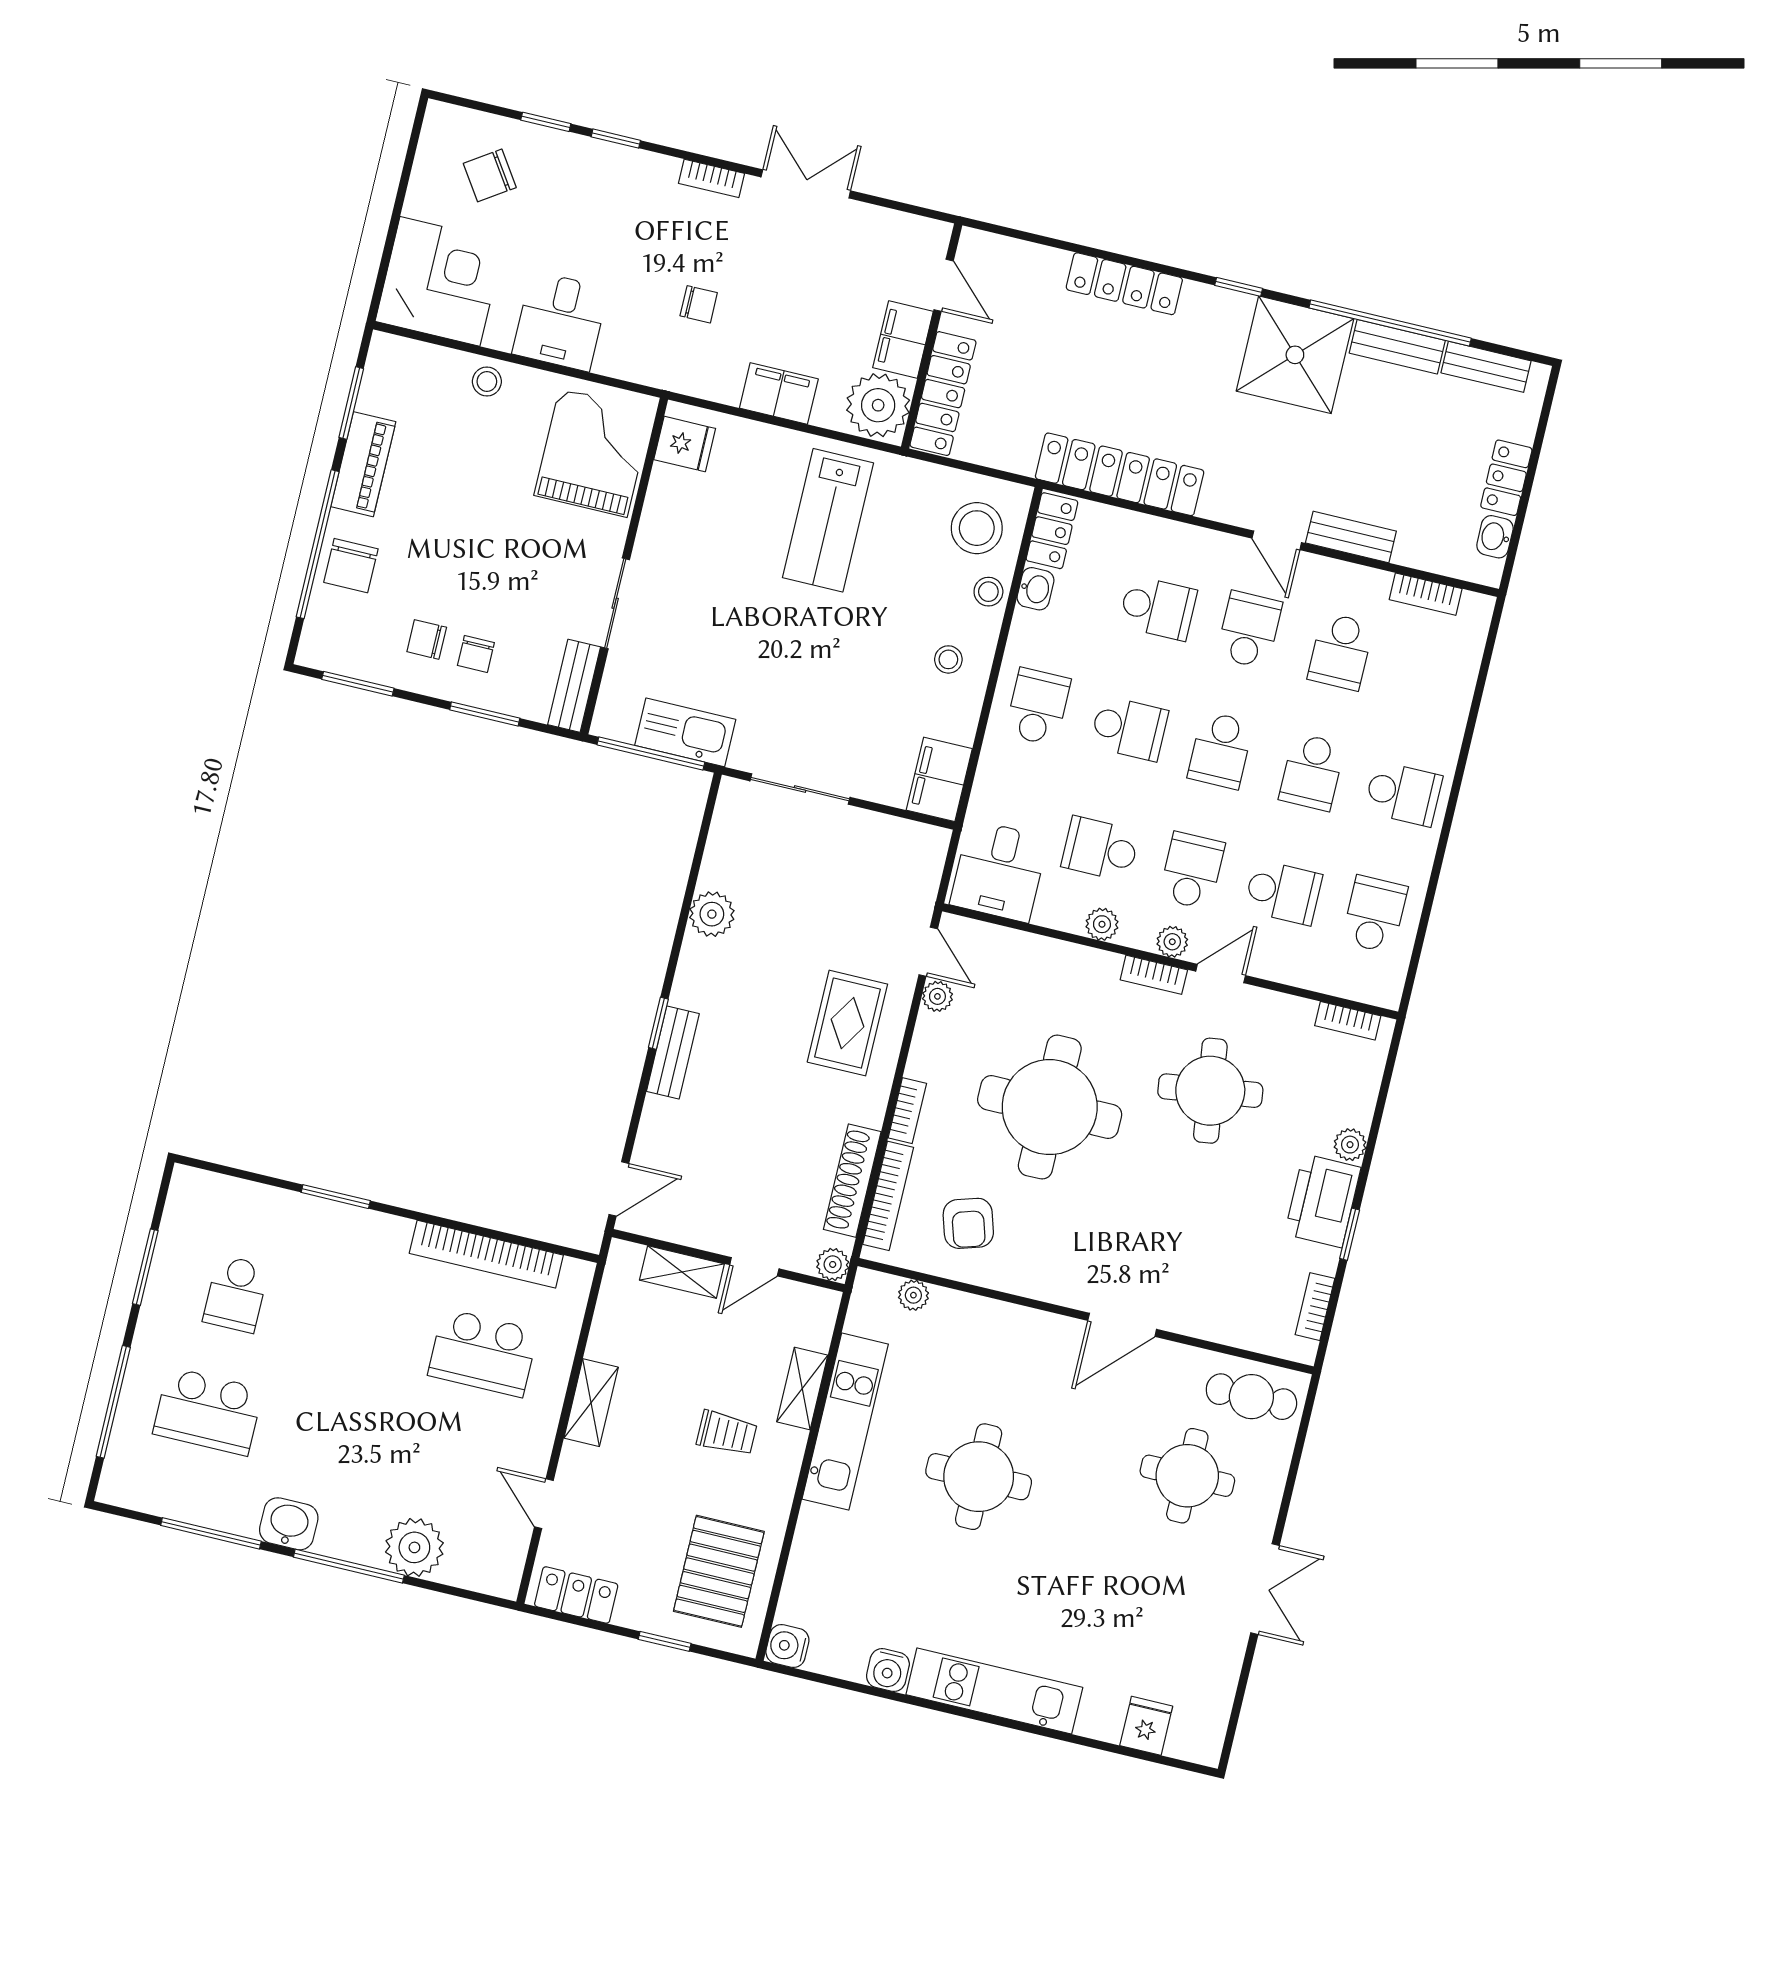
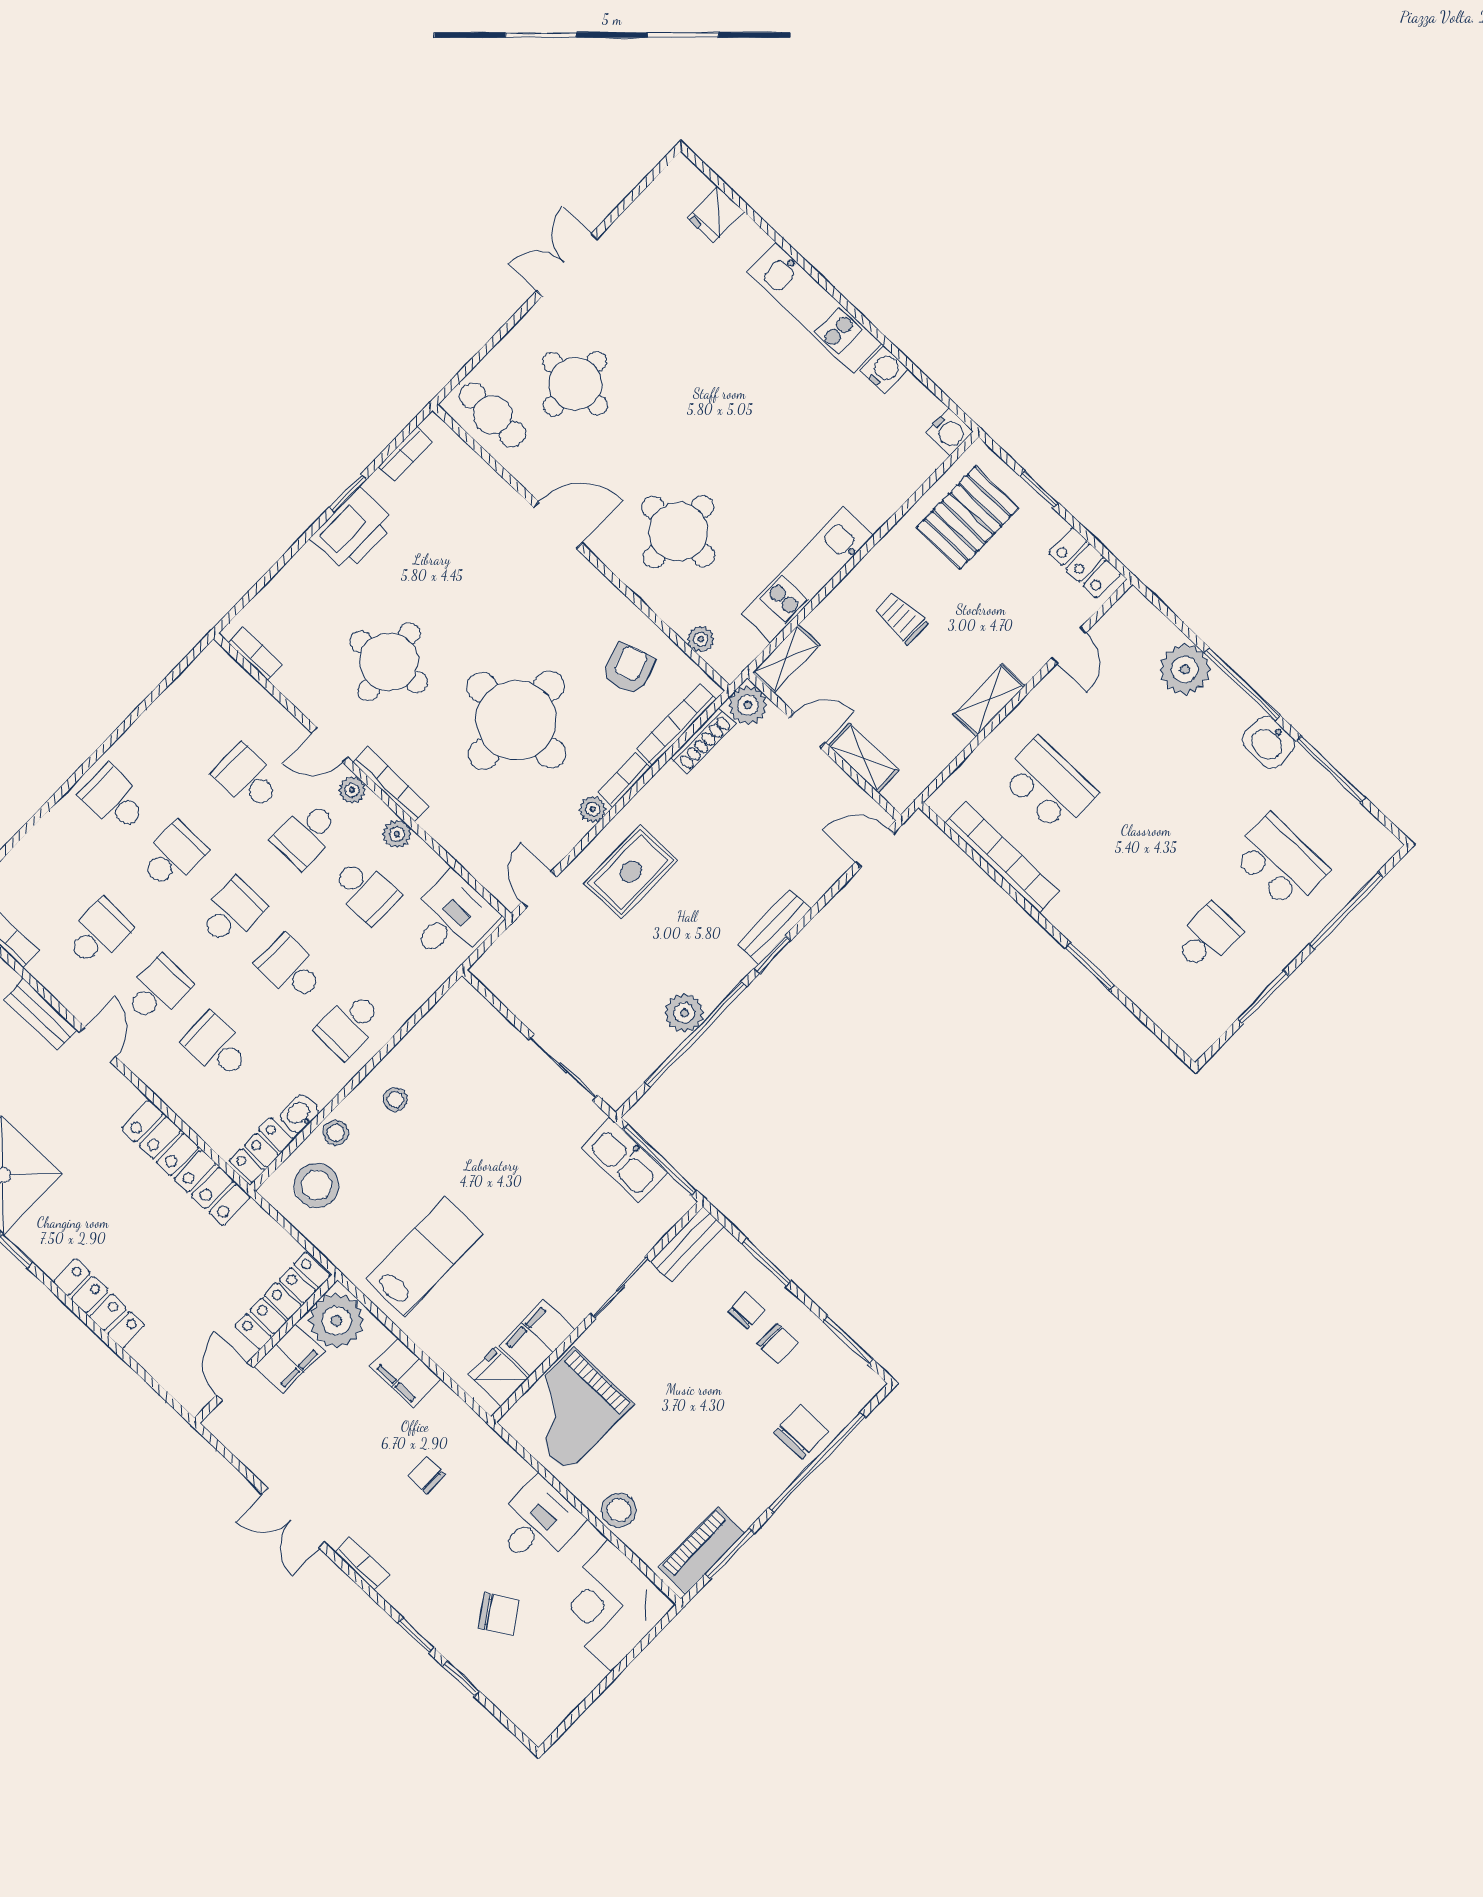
chair: (490, 175) -> (499, 1614), moved
stool: (487, 381) -> (619, 1510), width x1.37, depth x1.37
piano: (363, 464) -> (702, 1550), moved
school desk: (1249, 630) -> (157, 990), turned 180
filing cabinet: (939, 779) -> (537, 1338), moved, turned 180
window: (688, 899) -> (696, 1034), added
school desk: (1375, 914) -> (188, 722), removed
bookcase: (1154, 975) -> (391, 784), width x1.56
plant: (937, 996) -> (593, 809), moved
plant: (1350, 1145) -> (308, 560), removed
shoe rack: (852, 1181) -> (703, 741), width x0.74, depth x0.81
plant: (833, 1264) -> (748, 705), width x1.38, depth x1.38
shelving: (802, 1388) -> (786, 659), moved
round table: (979, 1477) -> (678, 532), moved

